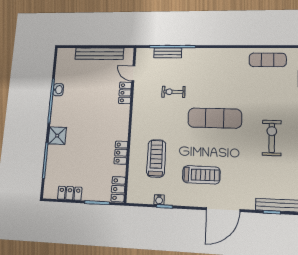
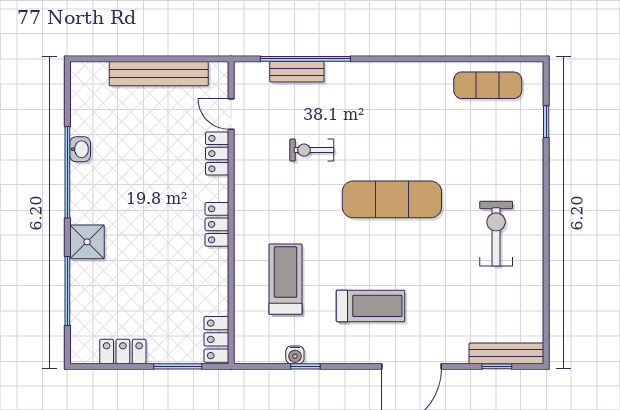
locker: (121, 153) -> (217, 224), moved

